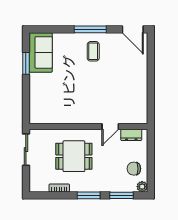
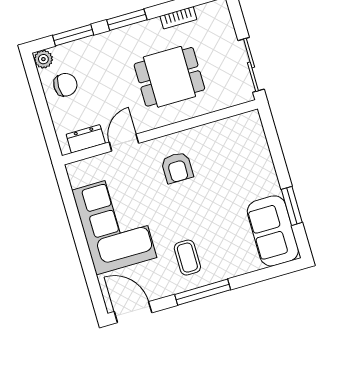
corner sofa: (129, 82) -> (114, 224), added
armchair: (84, 104) -> (177, 168), added

